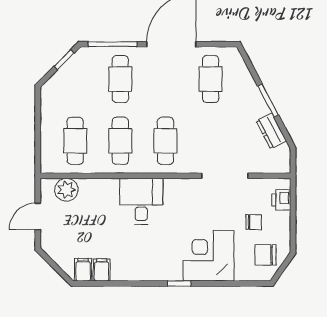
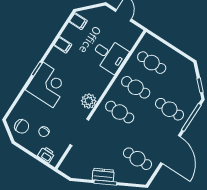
dresser: (271, 131) -> (103, 175), moved
plant: (66, 190) -> (89, 101), moved
desk: (141, 201) -> (109, 55), moved
chair: (265, 255) -> (22, 126), turned 90
corner desk: (208, 256) -> (48, 85), moved
filing cabinet: (102, 270) -> (63, 45), moved

